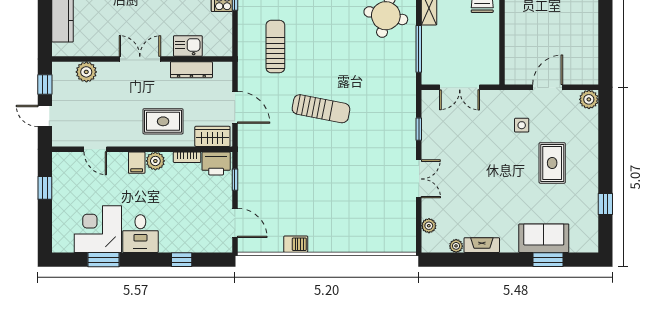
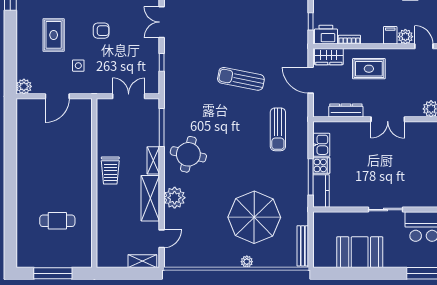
kitchen sink: (188, 46) -> (321, 145), moved, turned -90
plant: (155, 161) -> (405, 37), moved
armchair: (493, 168) -> (101, 31), added

